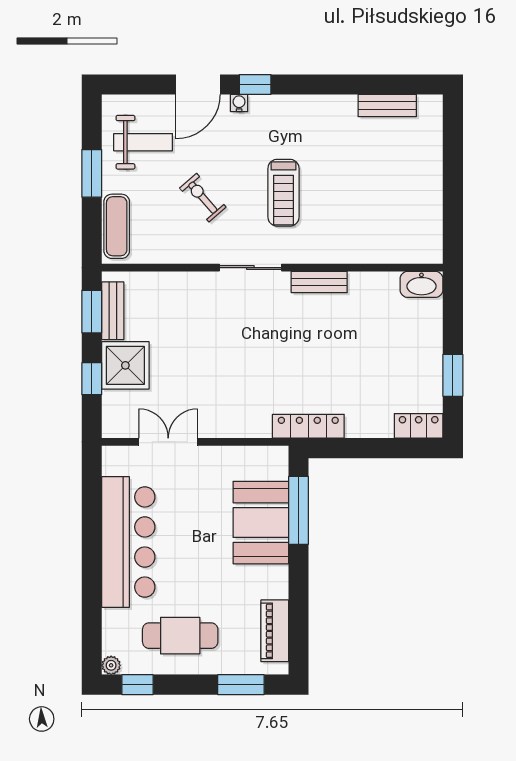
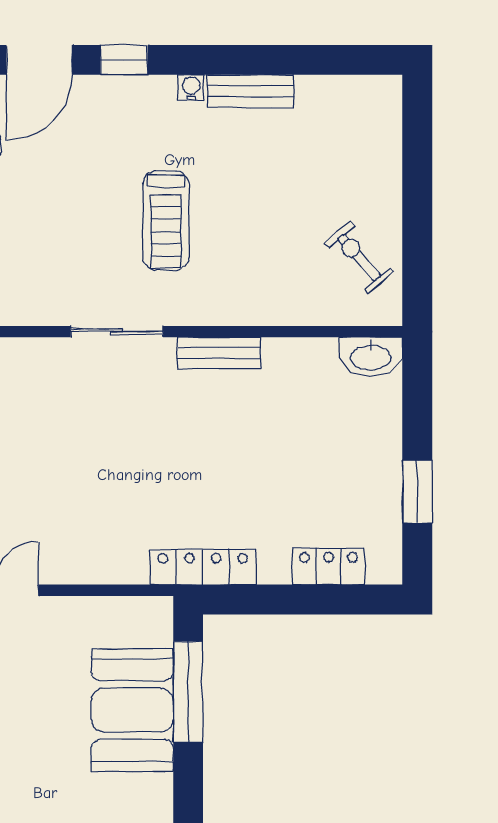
water cooler: (239, 103) -> (191, 88), moved
bench: (387, 106) -> (250, 91), moved
exercise bike: (203, 198) -> (359, 257), moved
locker: (419, 426) -> (329, 566), moved

